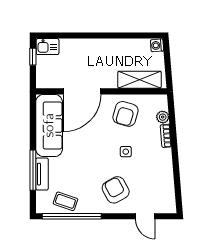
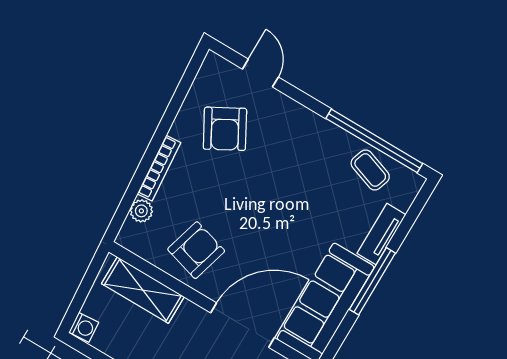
bookcase: (166, 136) -> (159, 168), width x1.56
side table: (126, 152) -> (231, 191), removed
window: (33, 170) -> (372, 281), moved
armchair: (116, 190) -> (225, 129), moved

